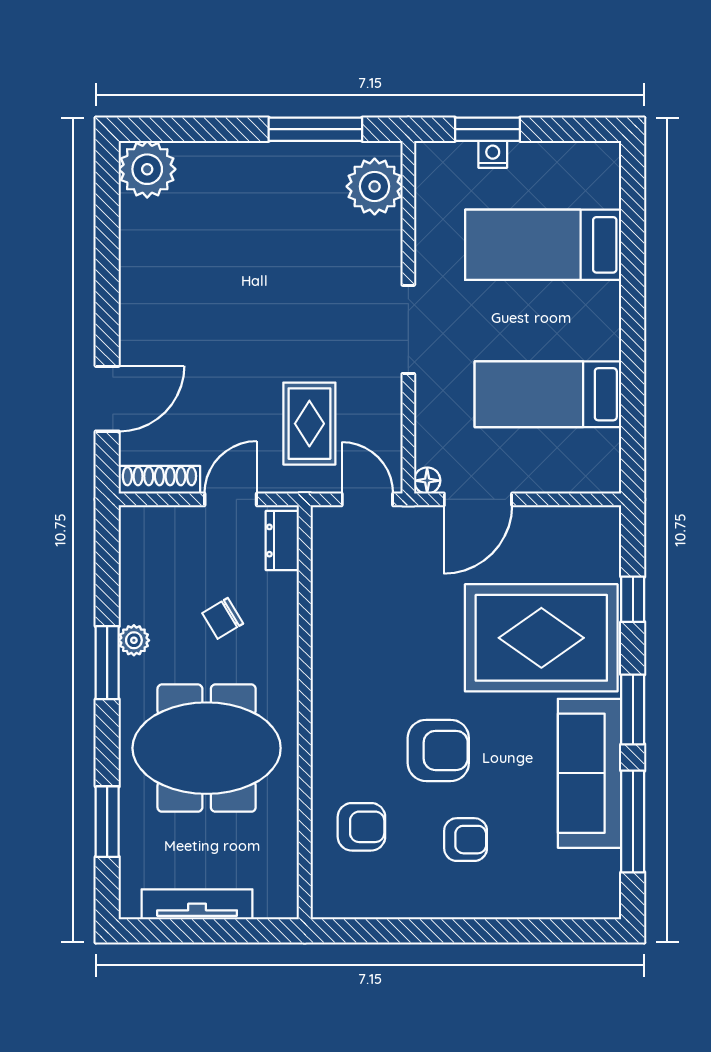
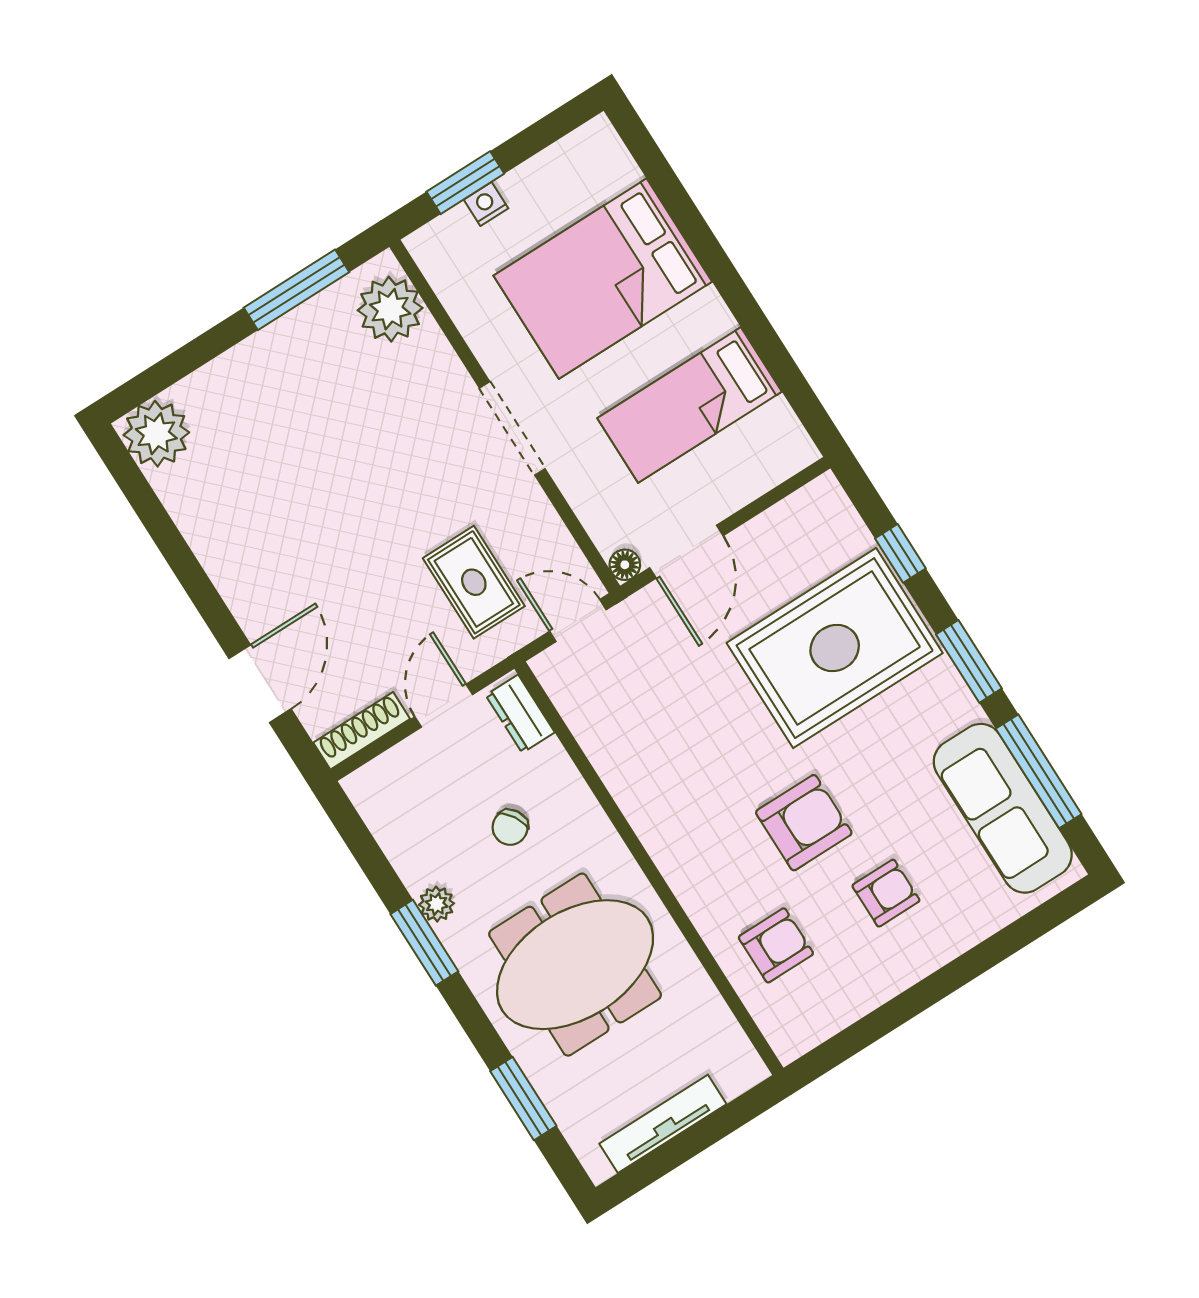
bed: (543, 245) -> (603, 279), width x1.50
sofa: (590, 773) -> (1003, 808), moved

